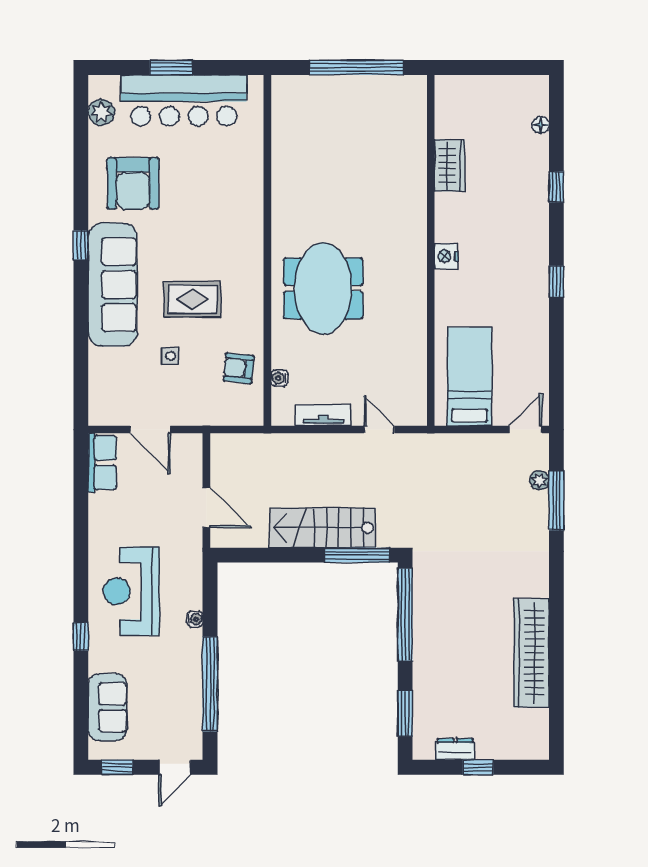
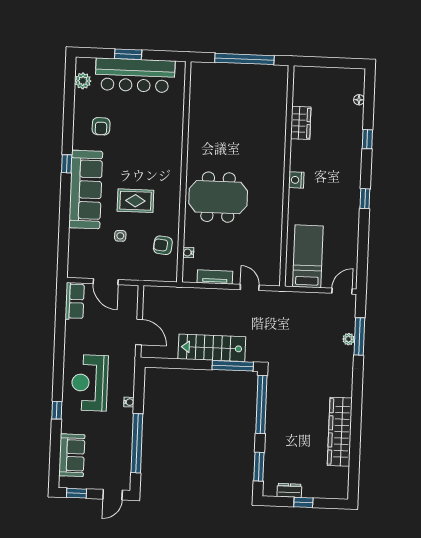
armchair: (133, 183) -> (101, 126), width x0.53, depth x0.53
meeting table: (323, 288) -> (218, 197), turned 90
plant: (539, 480) -> (349, 339), moved

